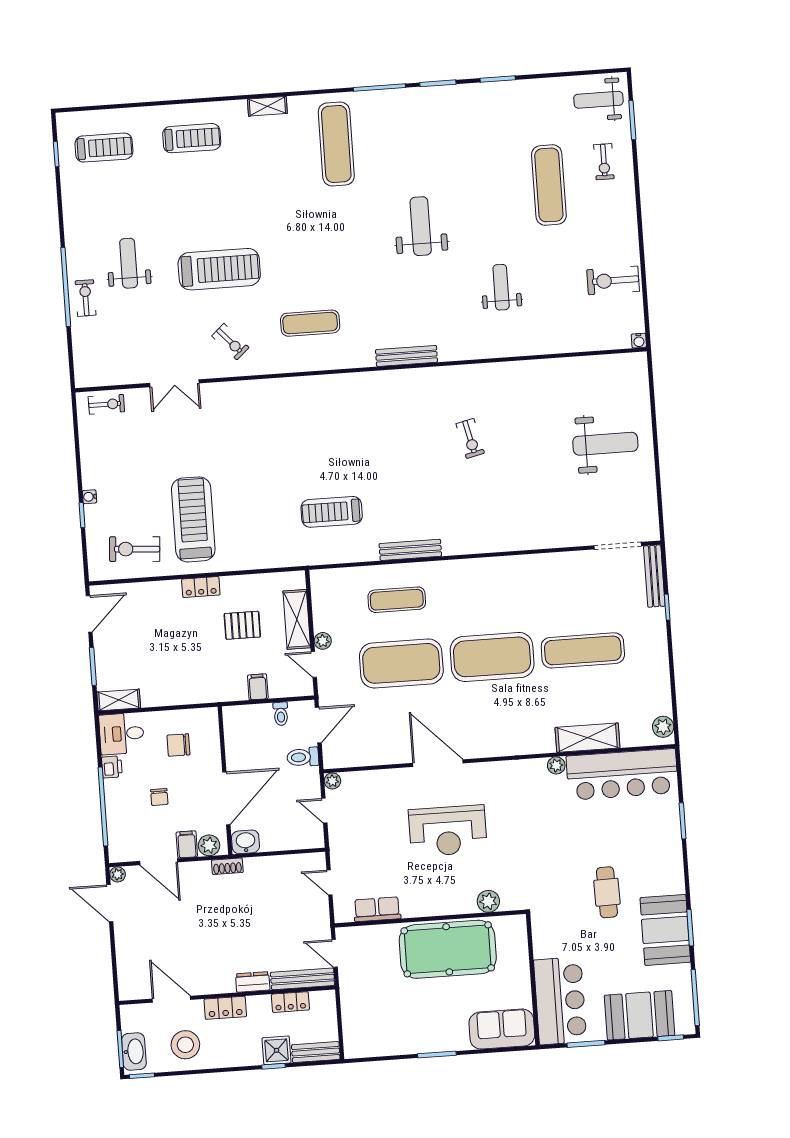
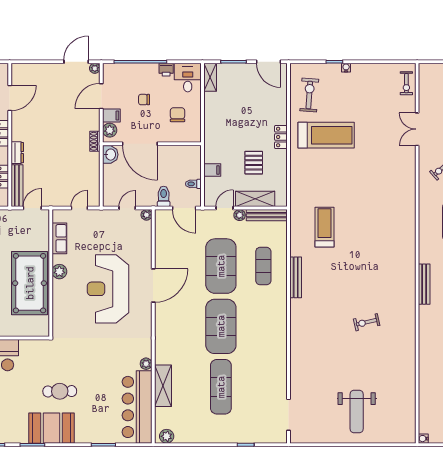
bench: (654, 576) -> (267, 215), moved
reception desk: (448, 831) -> (108, 289), width x1.36, depth x1.30
plant: (488, 901) -> (59, 272), moved
booth: (665, 930) -> (52, 428), moved

